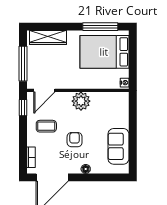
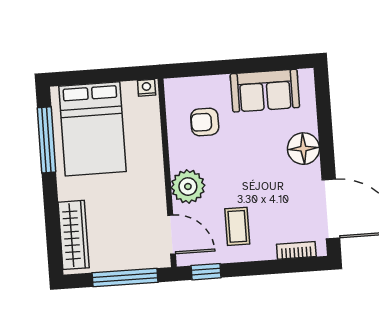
plant: (81, 101) -> (188, 187), moved
armchair: (75, 140) -> (205, 122), moved
floor lamp: (86, 169) -> (303, 149), width x1.89, depth x1.89

